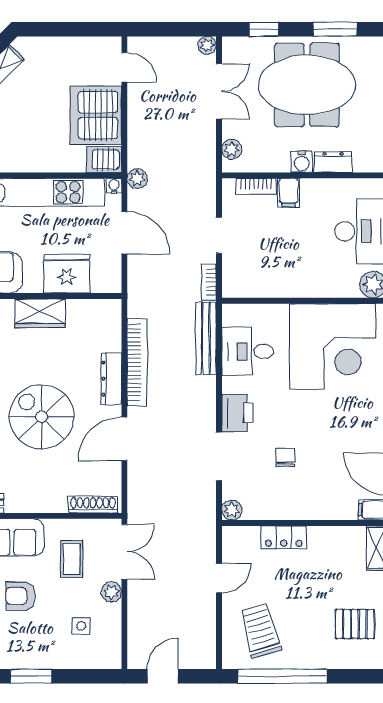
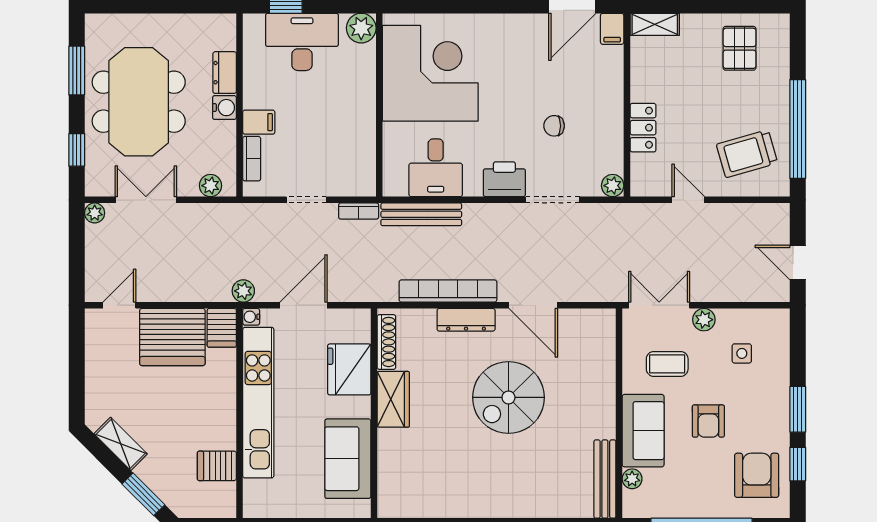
shoe rack: (93, 505) -> (386, 342), moved, turned 180

